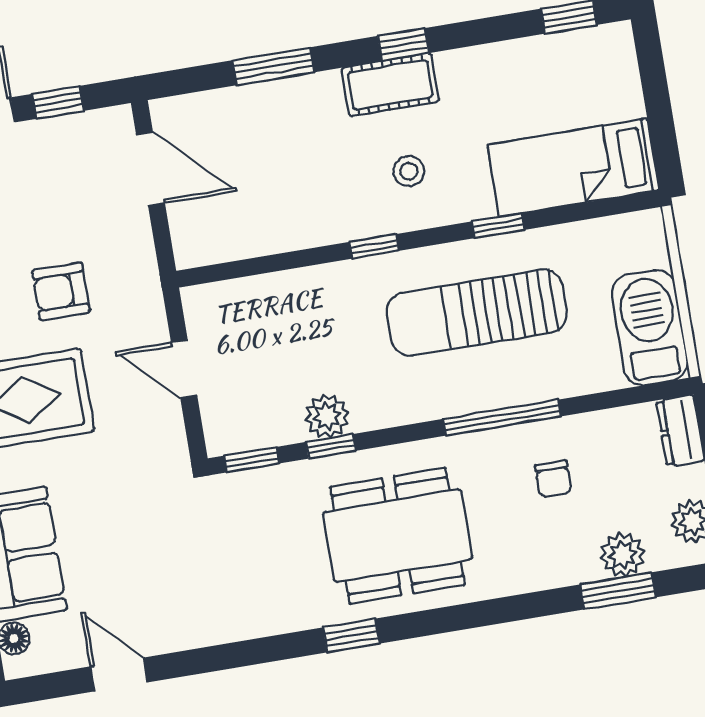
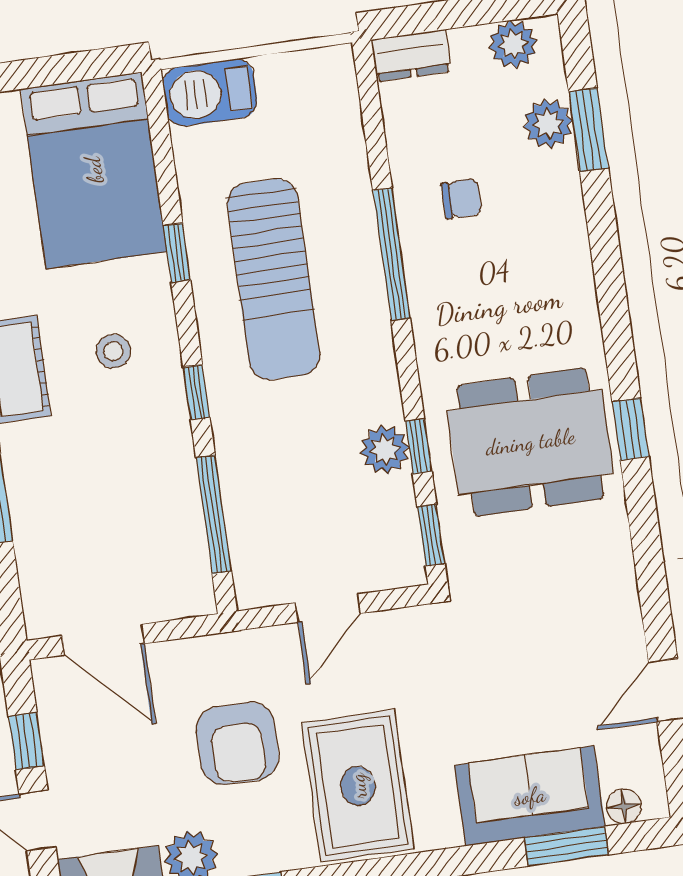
bed: (573, 167) -> (94, 170), width x1.50
door: (151, 169) -> (103, 640), swing flipped
window: (265, 265) -> (214, 515), added
armchair: (61, 291) -> (238, 743), width x1.38, depth x1.38
barbecue: (650, 328) -> (210, 92), moved, width x0.73, depth x0.83
dining table: (398, 536) -> (530, 442), moved, turned 90

